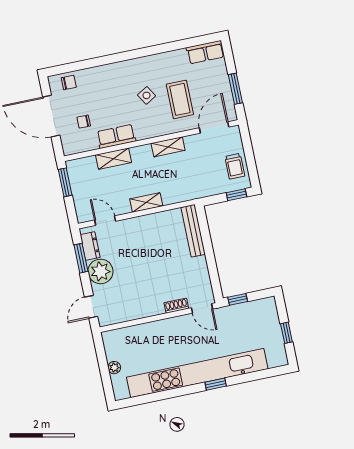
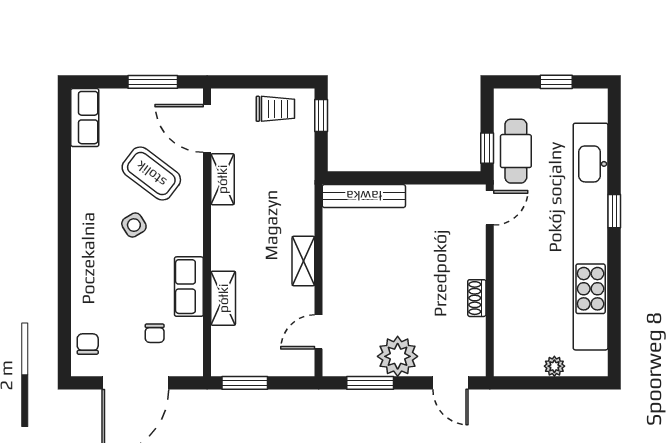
coffee table: (180, 99) -> (151, 174), turned 37
shelving: (168, 147) -> (222, 179), moved
dresser: (90, 246) -> (354, 364), removed
shoe rack: (176, 306) -> (477, 298), moved
cafe table: (240, 317) -> (516, 151), added

